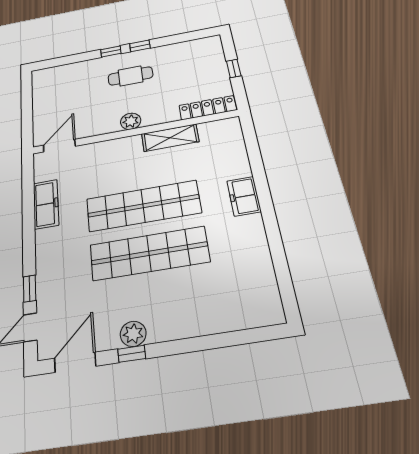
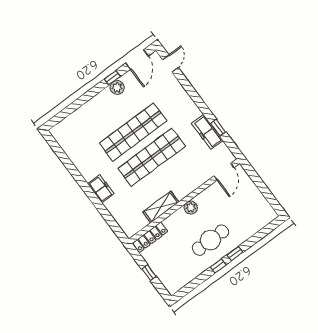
cafe table: (130, 76) -> (210, 240), width x1.37, depth x1.35
window: (30, 289) -> (218, 128), moved

